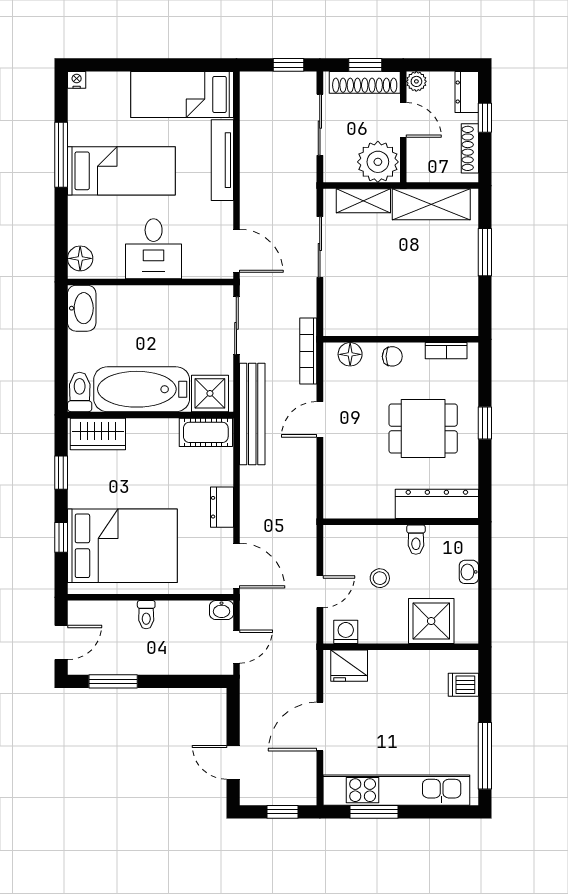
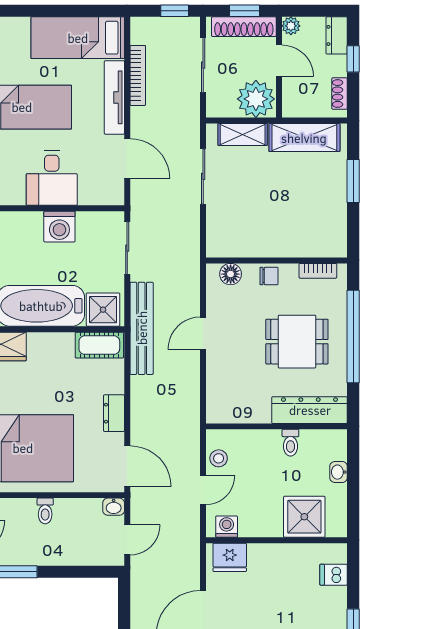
shoe rack: (470, 148) -> (340, 93), width x0.70
door: (236, 251) -> (127, 158), moved
washing machine: (162, 302) -> (59, 227), added
bookcase: (308, 351) -> (138, 75), moved, turned 180
window: (485, 423) -> (353, 337), width x3.17
stool: (380, 578) -> (219, 458), moved

